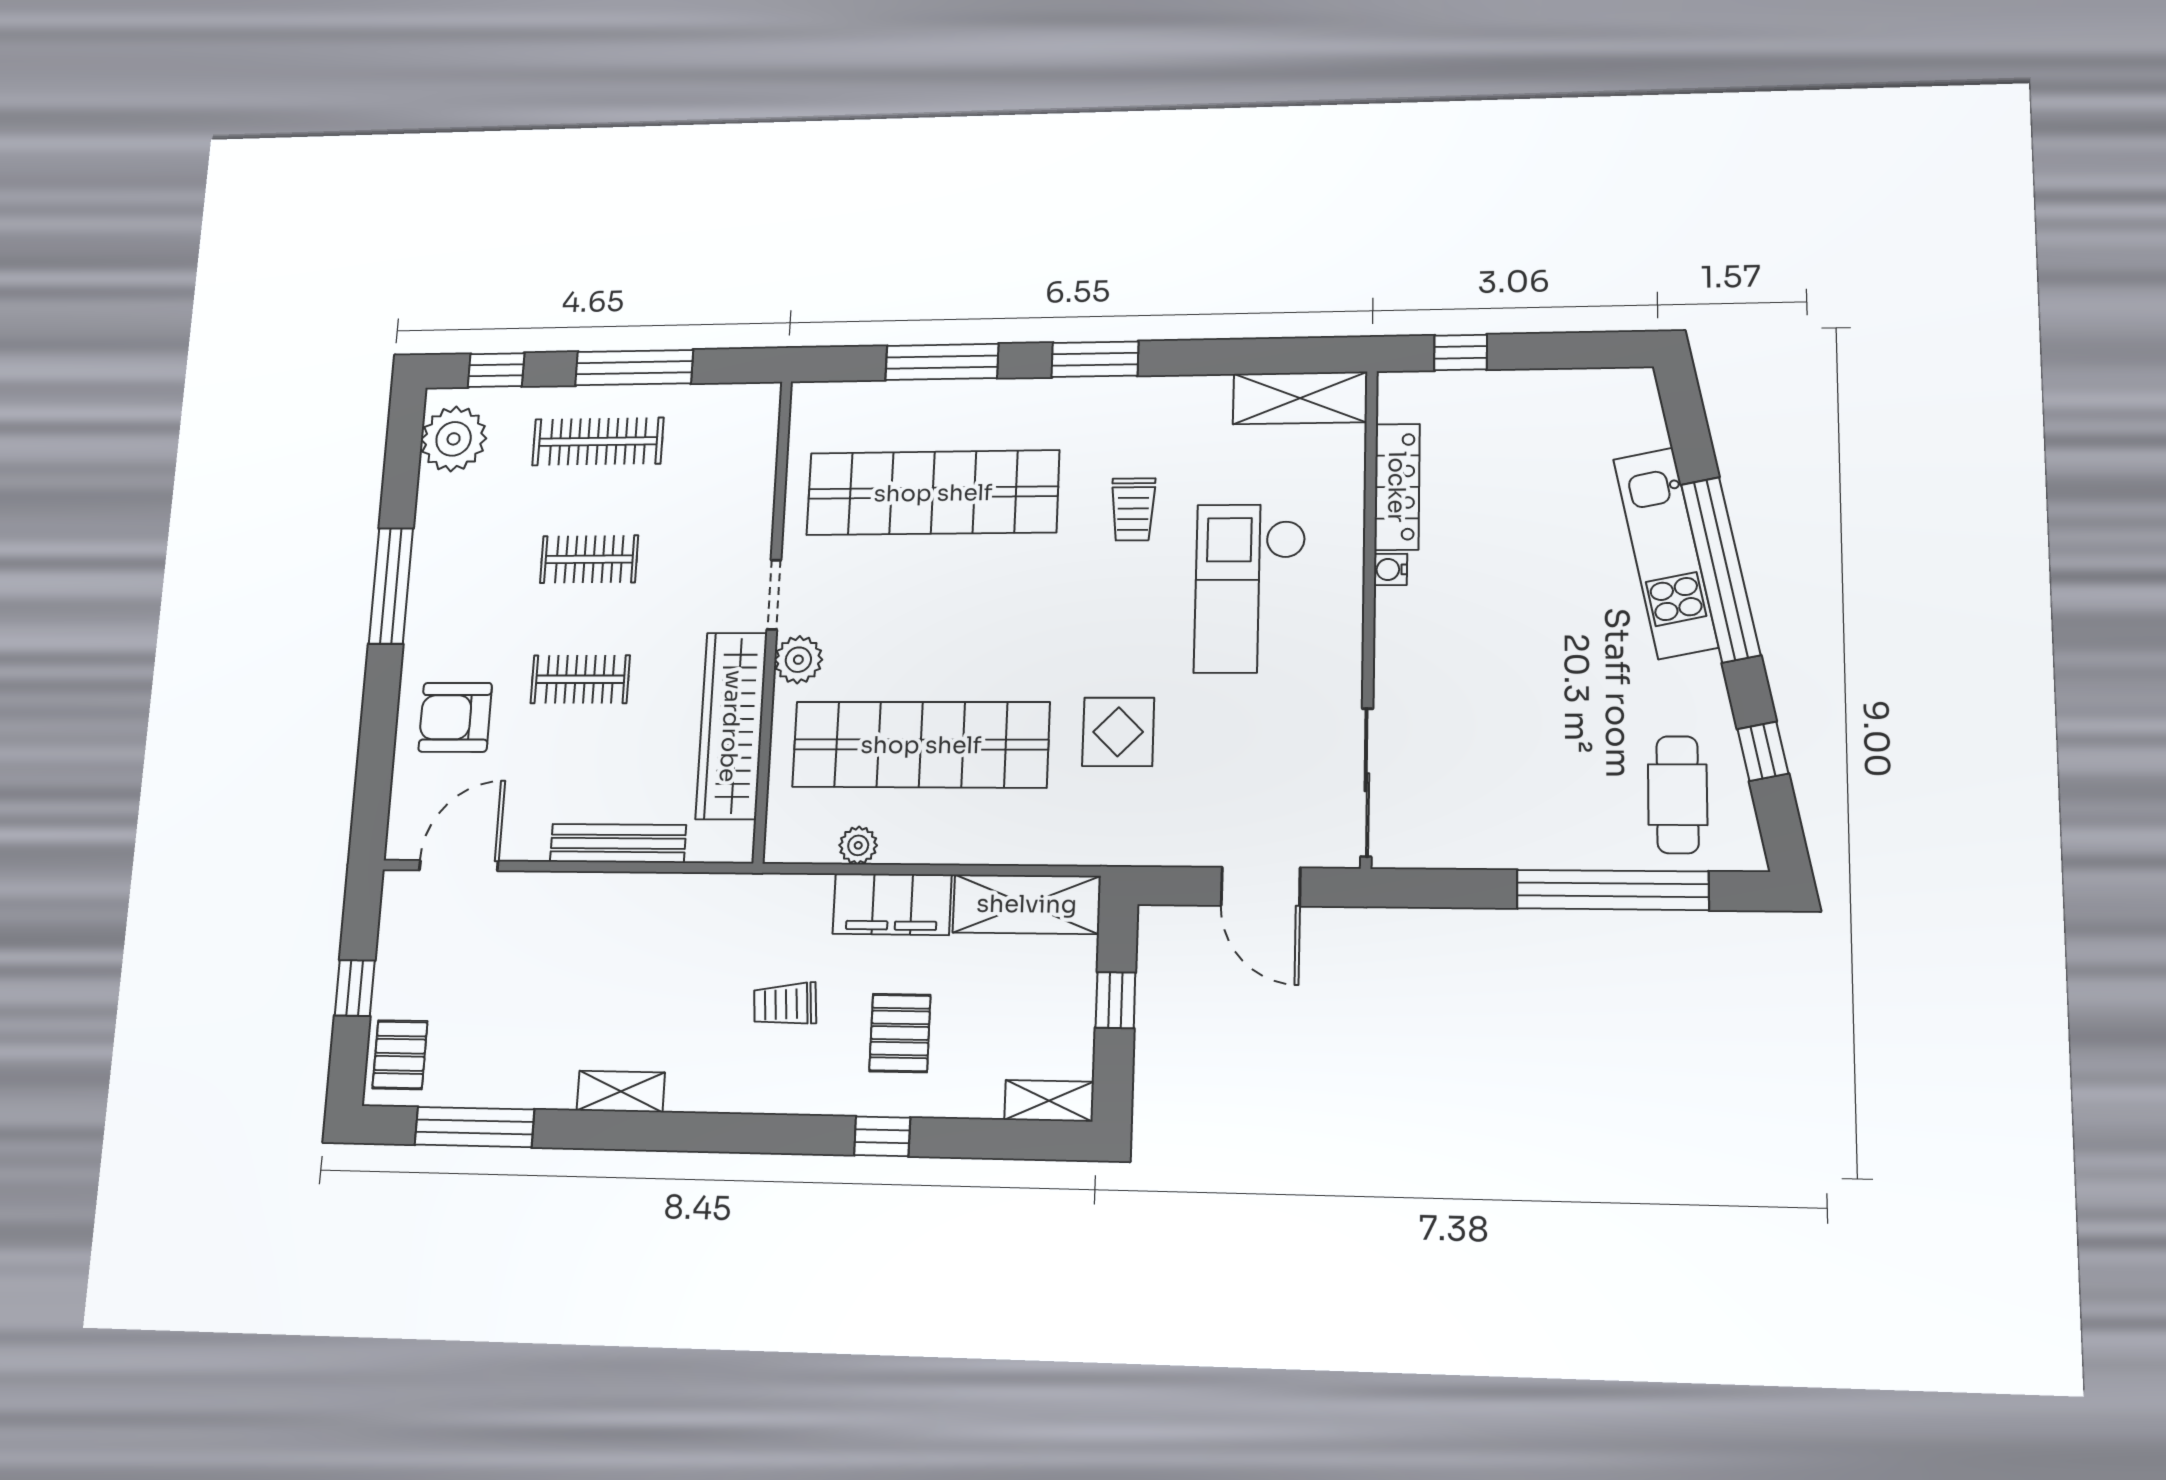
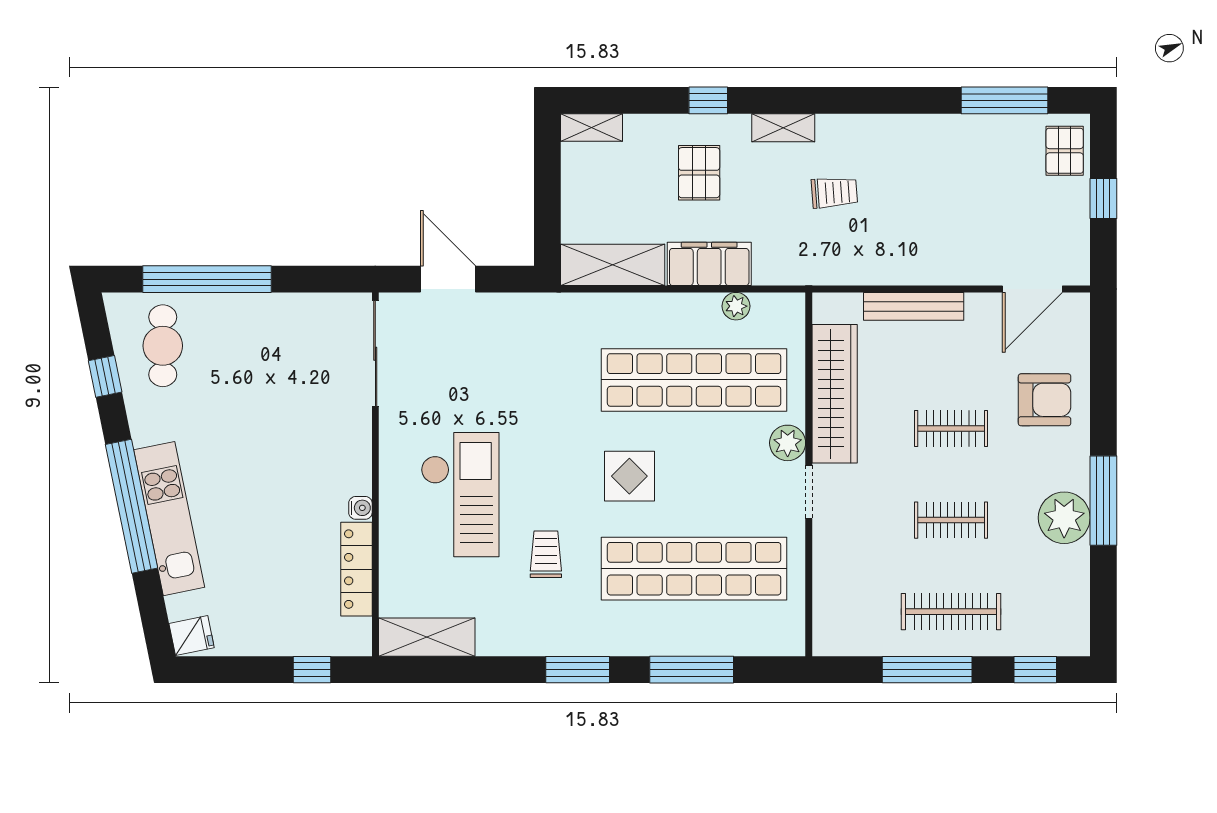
fridge: (1631, 395) -> (192, 636), added
plant: (454, 439) -> (1064, 518), moved
display table: (1118, 732) -> (629, 476), moved
window: (1116, 1000) -> (547, 198), removed
trolley: (785, 1004) -> (834, 193), moved
shelving: (621, 1092) -> (783, 128), moved

